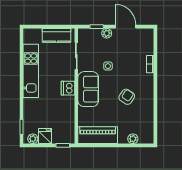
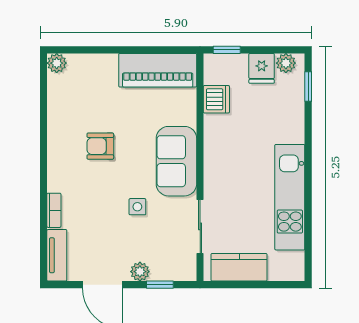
tv unit: (149, 41) -> (57, 255), added
dishwasher: (68, 88) -> (216, 99), moved
armchair: (127, 97) -> (100, 146), turned 57
plant: (133, 139) -> (57, 63), moved

